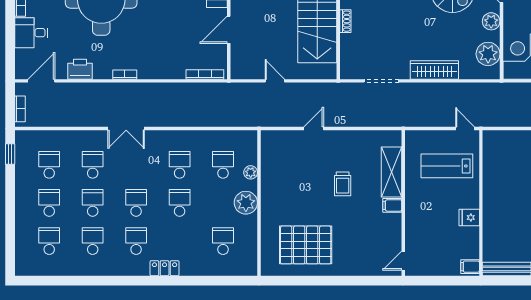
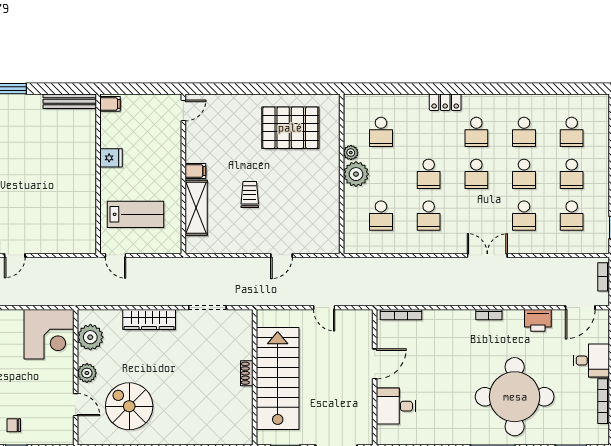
plant: (251, 172) -> (351, 153), moved

